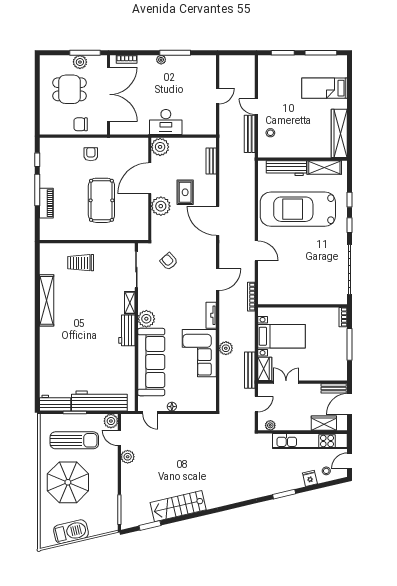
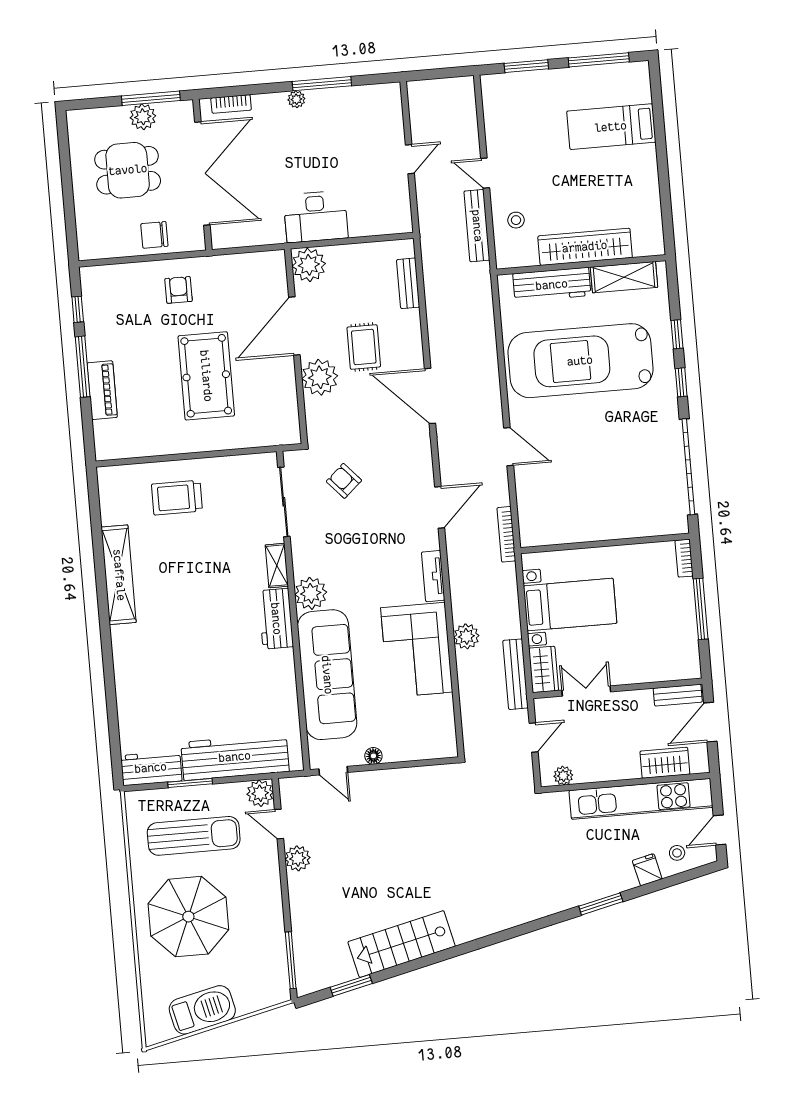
wardrobe: (339, 133) -> (585, 247), moved, turned 90

